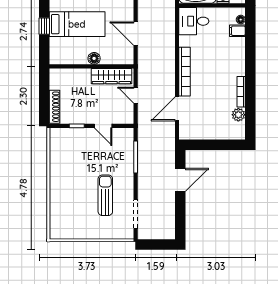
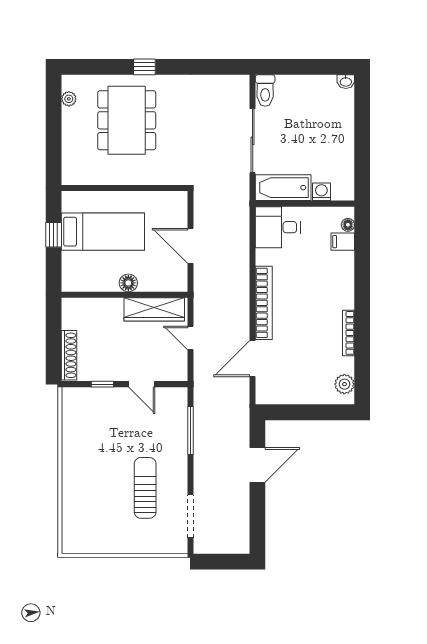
plant: (238, 115) -> (344, 384), moved

